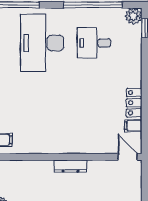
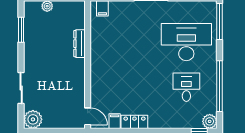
door: (128, 157) -> (88, 116), hinge flipped
dresser: (71, 166) -> (80, 44), moved

